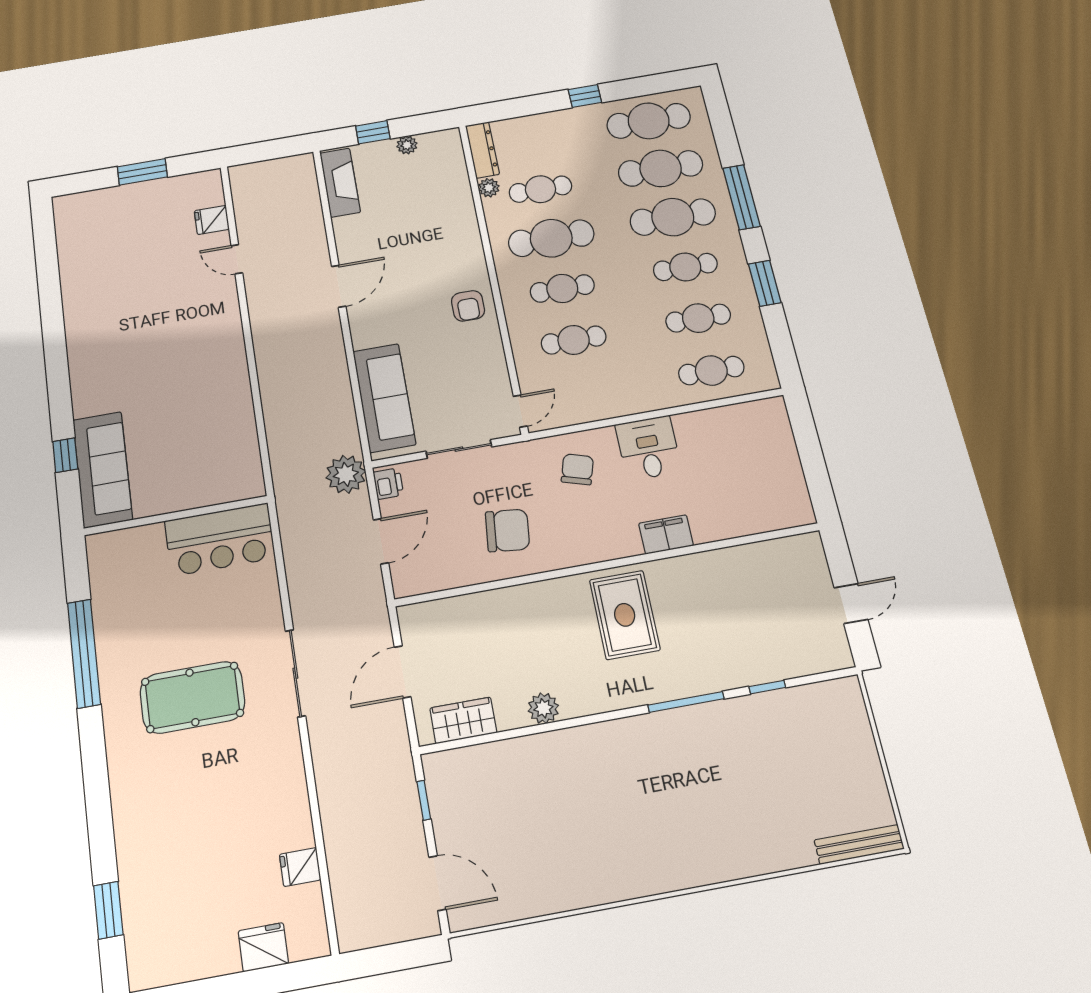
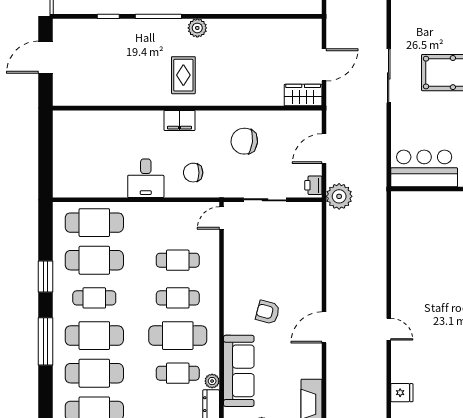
door: (237, 259) -> (389, 329), moved
armchair: (468, 306) -> (268, 312), moved, turned -75
cafe table: (698, 318) -> (94, 260), width x1.37, depth x1.35
cafe table: (711, 371) -> (94, 223), width x1.37, depth x1.35
sofa: (384, 398) -> (239, 371), moved, turned 180
chair: (577, 469) -> (193, 173), turned 73
filing cabinet: (666, 534) -> (179, 120), moved
door: (851, 604) -> (46, 57), width x1.38
rug: (625, 615) -> (183, 75), width x0.73, depth x0.70
plant: (543, 708) -> (197, 28), moved
wardrobe: (463, 720) -> (303, 95), moved, turned 180

